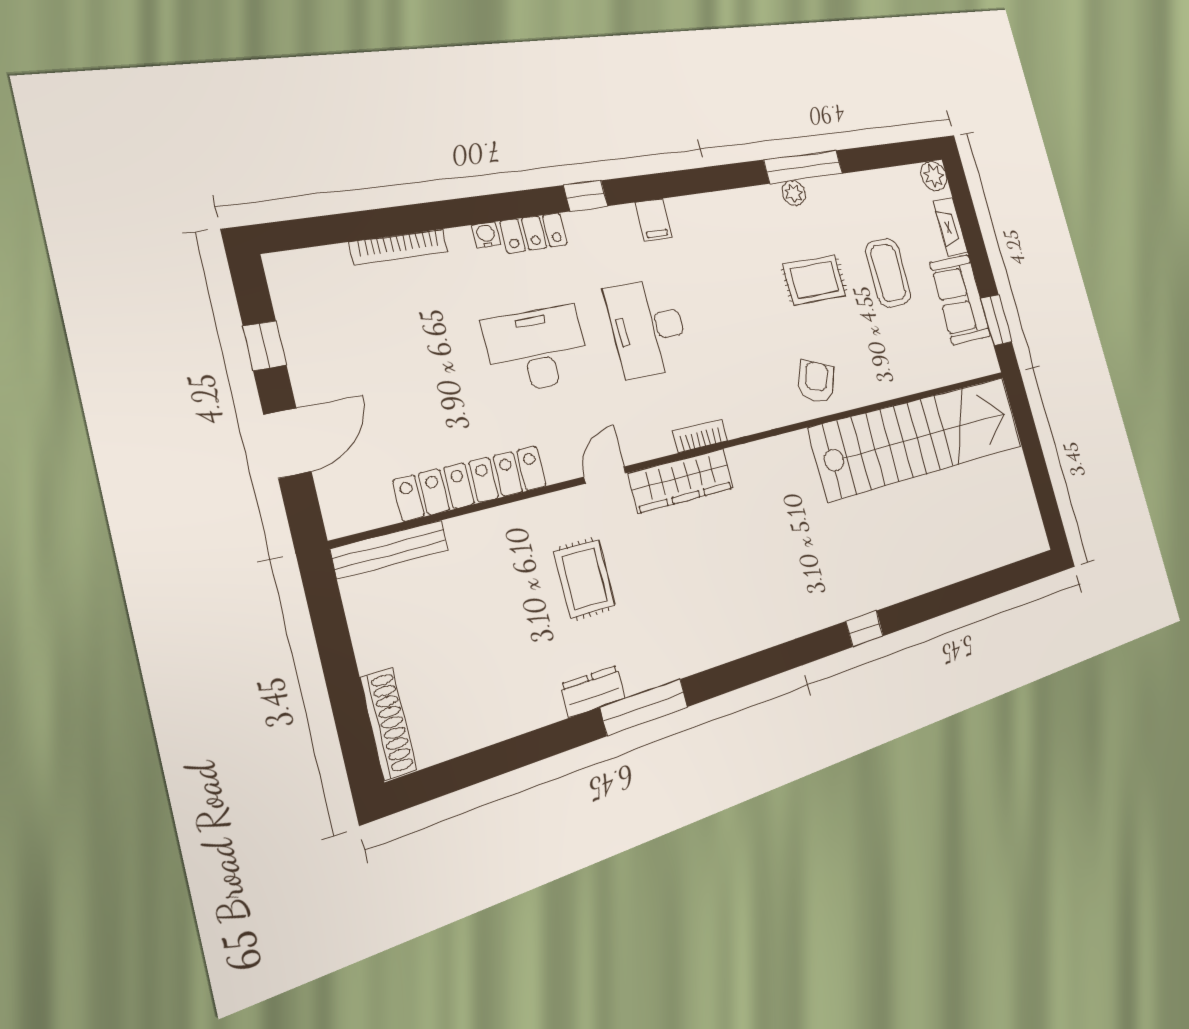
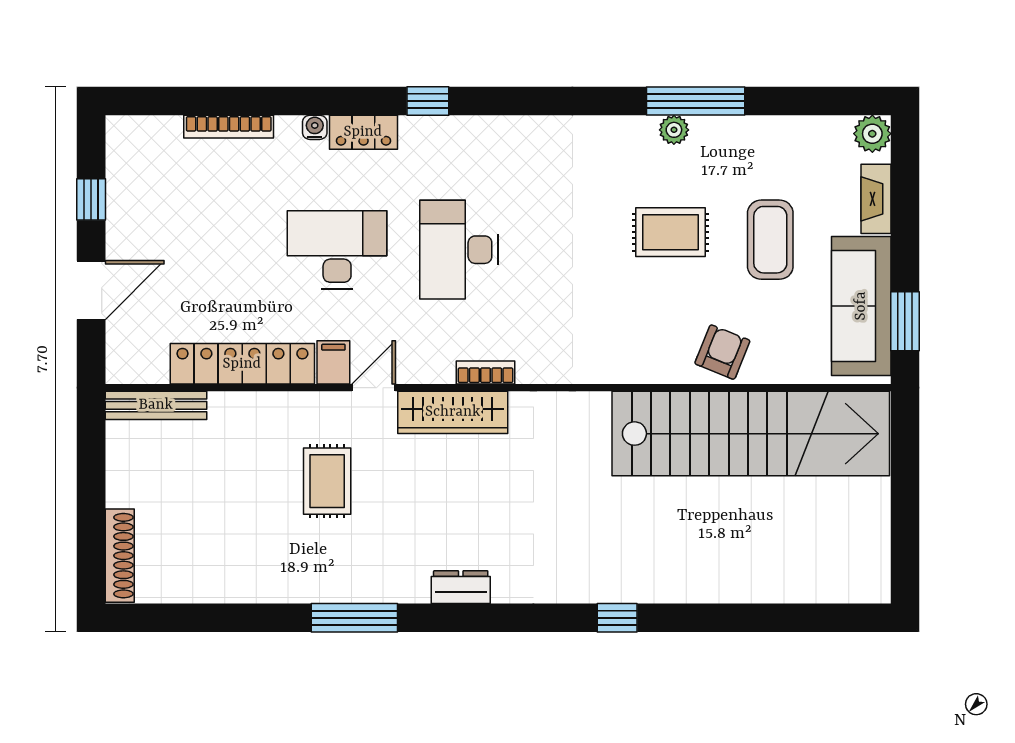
filing cabinet: (654, 220) -> (333, 362), moved, turned 180
sofa: (960, 299) -> (861, 306), width x1.36
armchair: (816, 382) -> (722, 352), moved
dresser: (593, 691) -> (461, 587), moved

